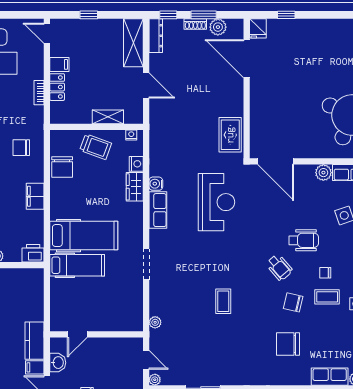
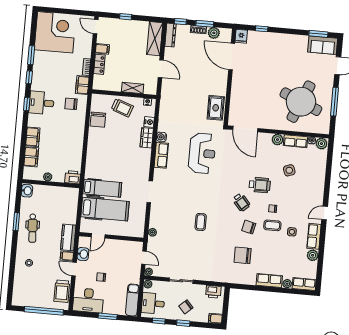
filing cabinet: (35, 196) -> (82, 85), moved
hospital bed: (84, 236) -> (105, 209), moved

